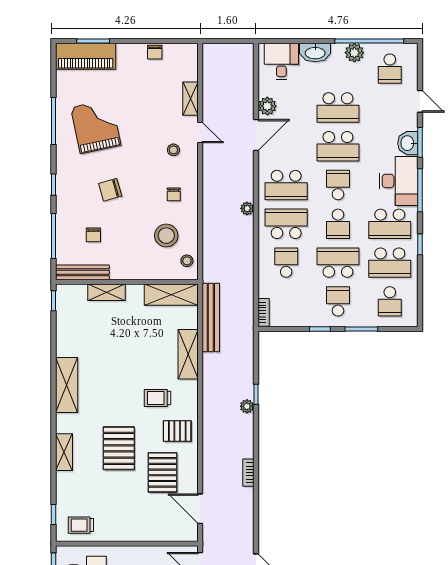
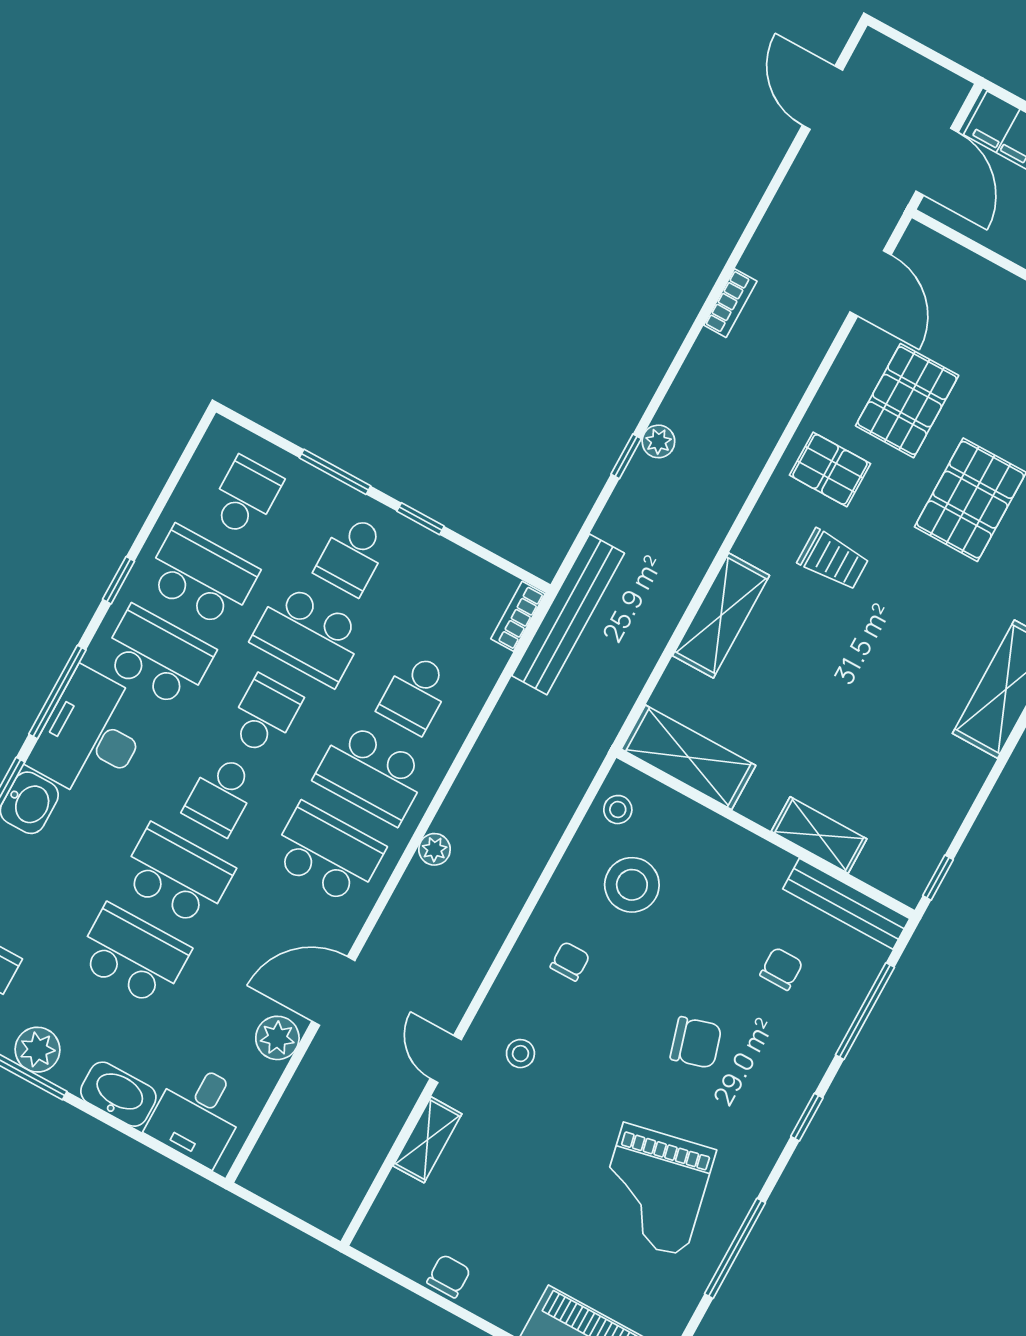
bench: (211, 317) -> (568, 614), moved

